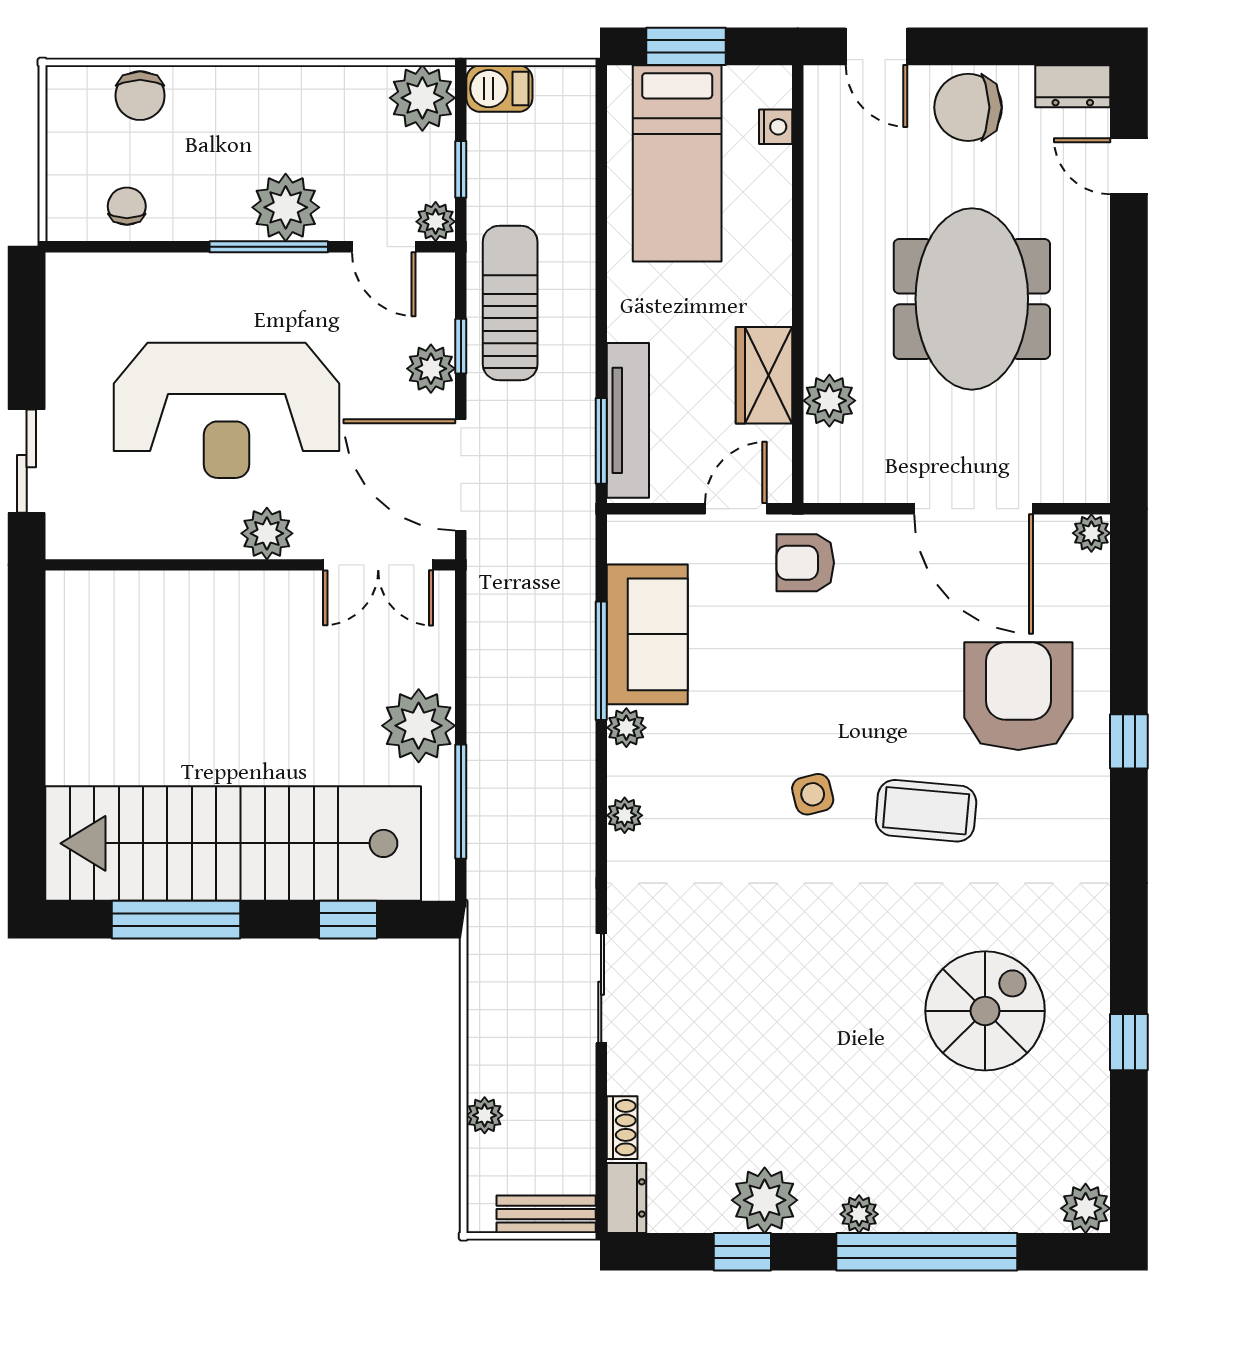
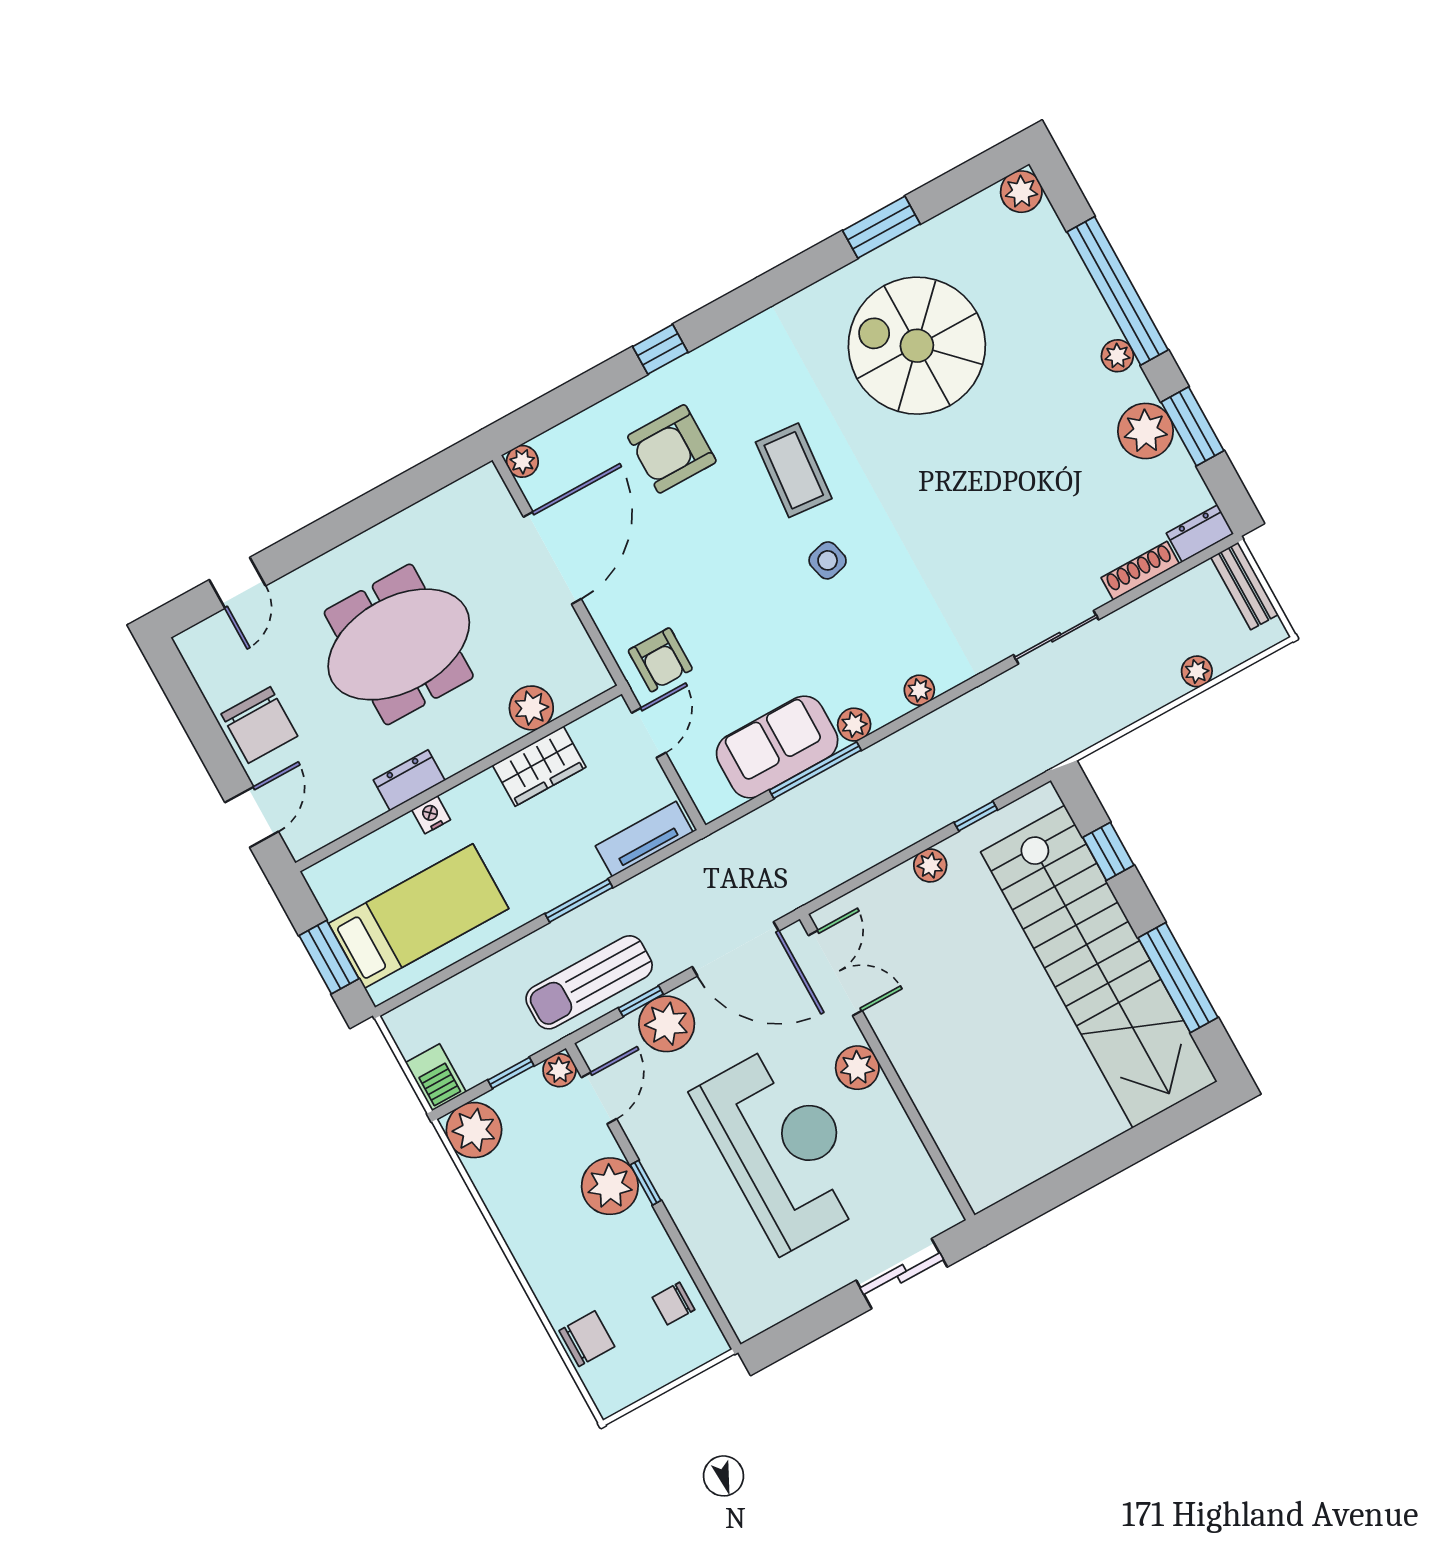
dresser: (1073, 86) -> (409, 780), moved, turned -90
nightstand: (776, 127) -> (431, 815), moved
window: (269, 247) -> (646, 1183), width x0.46
plant: (431, 369) -> (667, 1024), width x1.36, depth x1.36
tv unit: (628, 420) -> (644, 839), width x0.71
window: (601, 441) -> (579, 901), moved
door: (461, 475) -> (736, 949), hinge flipped
door: (736, 509) -> (649, 733), swing flipped
armchair: (1018, 696) -> (672, 449), width x0.73, depth x0.73
plant: (419, 726) -> (930, 865), width x0.53, depth x0.53
window: (461, 802) -> (976, 816), width x0.46
spiral stairs: (985, 1011) -> (917, 346), width x1.37, depth x1.37
window: (1129, 1042) -> (881, 227), width x1.50
shoe rack: (622, 1128) -> (1140, 571), width x1.43
window: (742, 1252) -> (1193, 426), width x1.50

